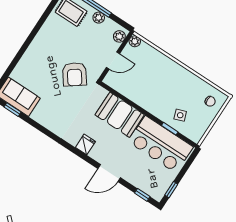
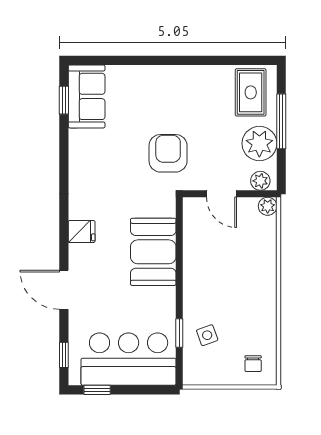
plant: (99, 18) -> (259, 144), width x1.87, depth x1.87
armchair: (74, 74) -> (168, 153), turned 126
bar counter: (161, 144) -> (129, 359), moved, turned 90

